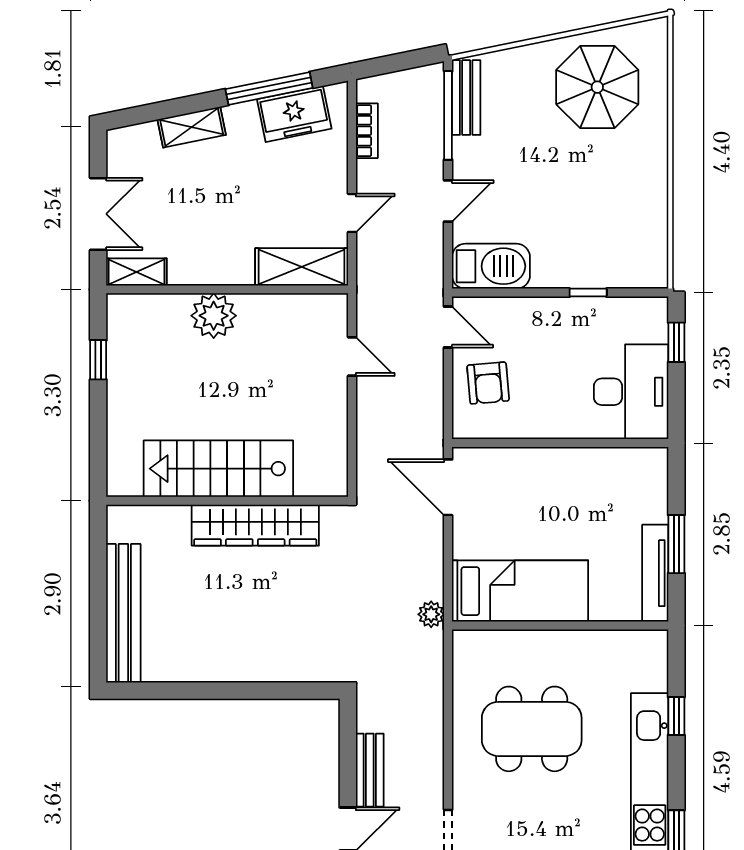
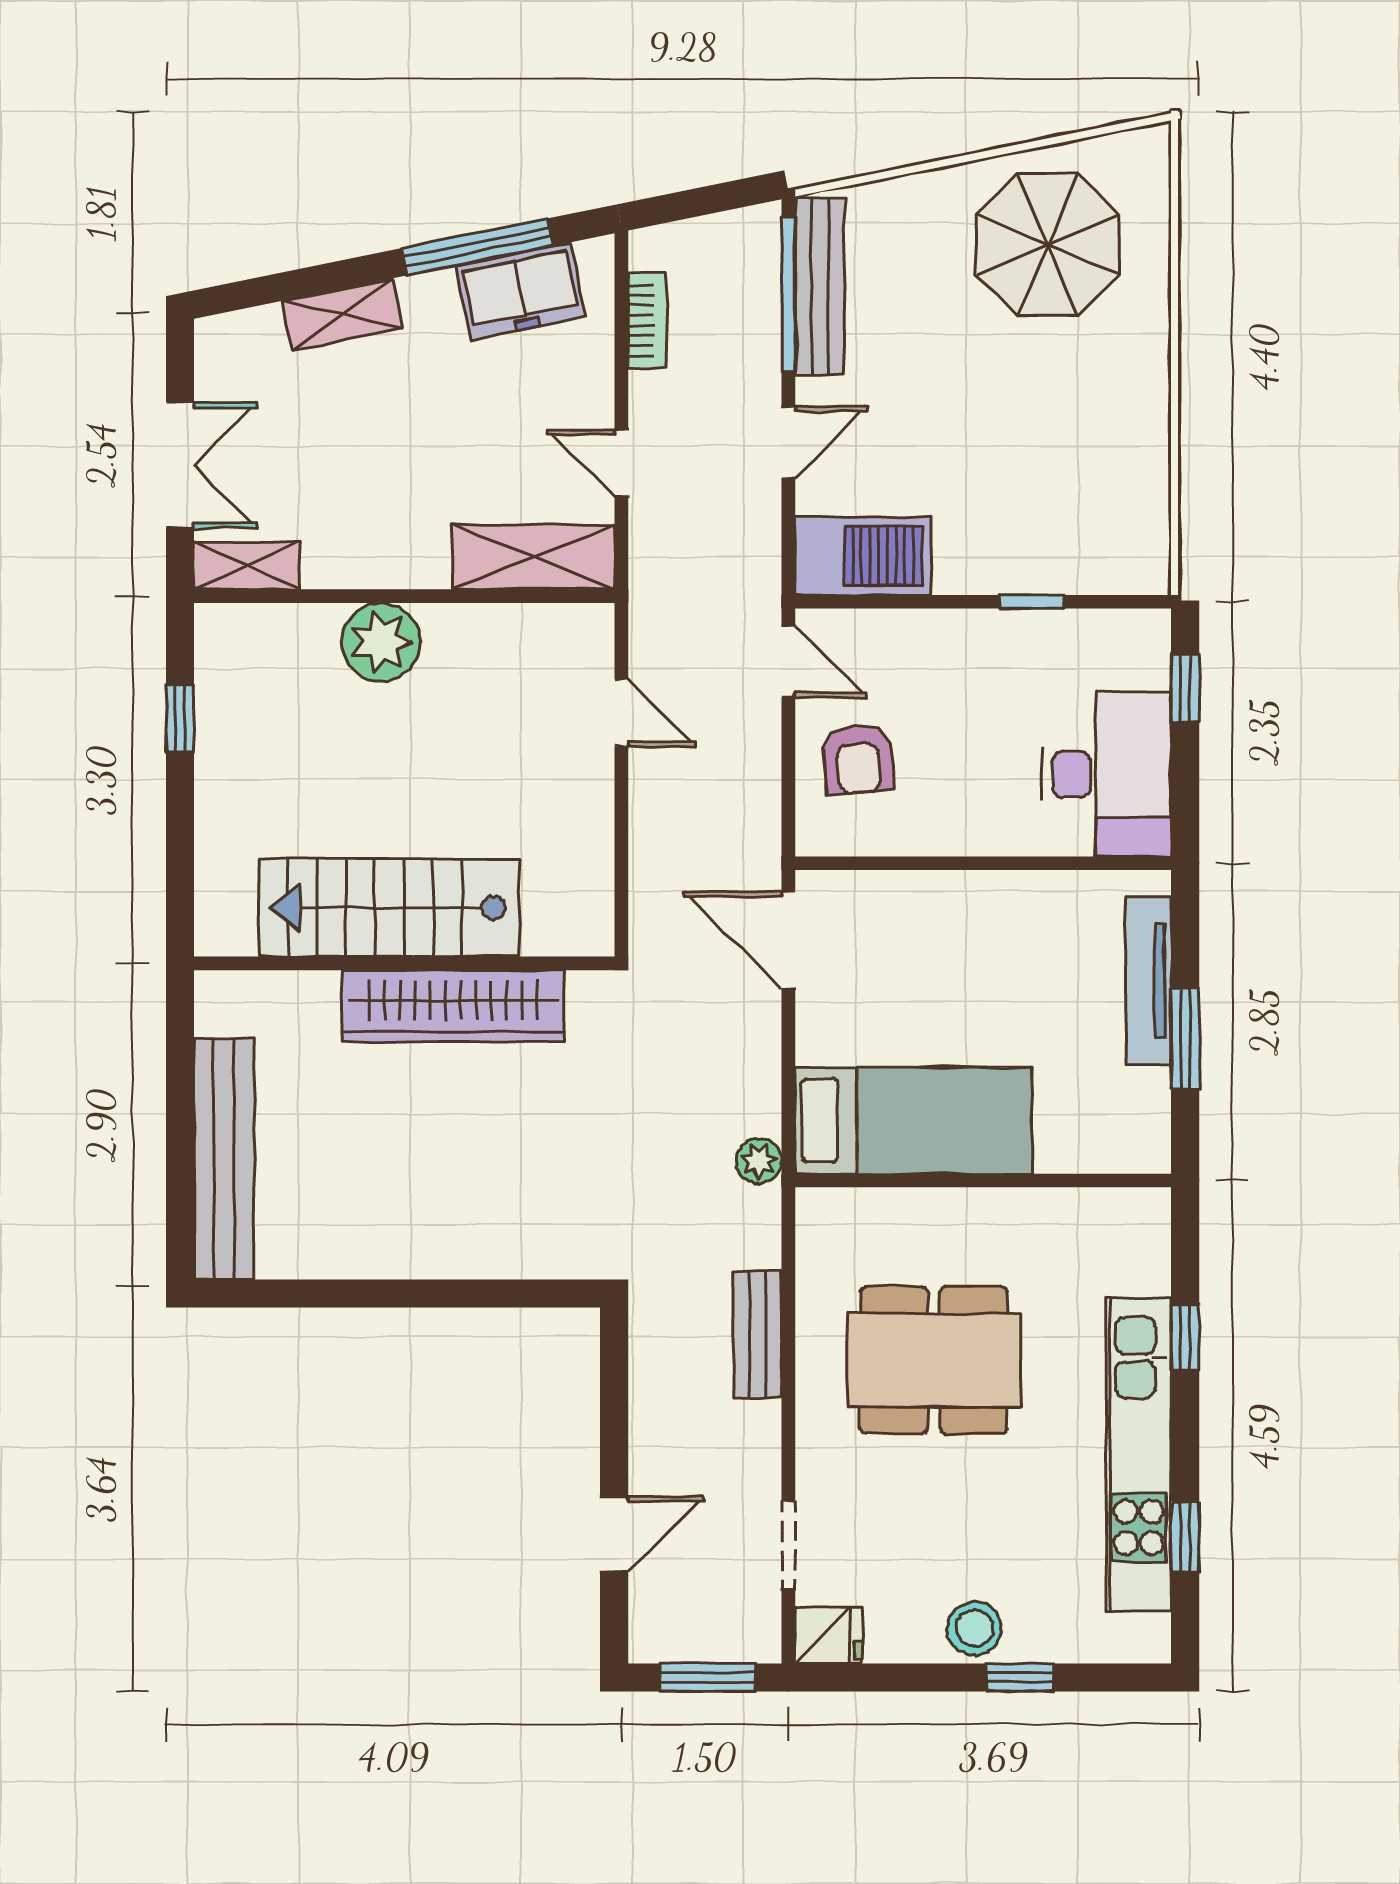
bench: (466, 98) -> (820, 286), width x1.36
door: (352, 213) -> (621, 463), swing flipped
tv unit: (655, 573) -> (1148, 980), moved
bench: (370, 770) -> (757, 1334), moved

